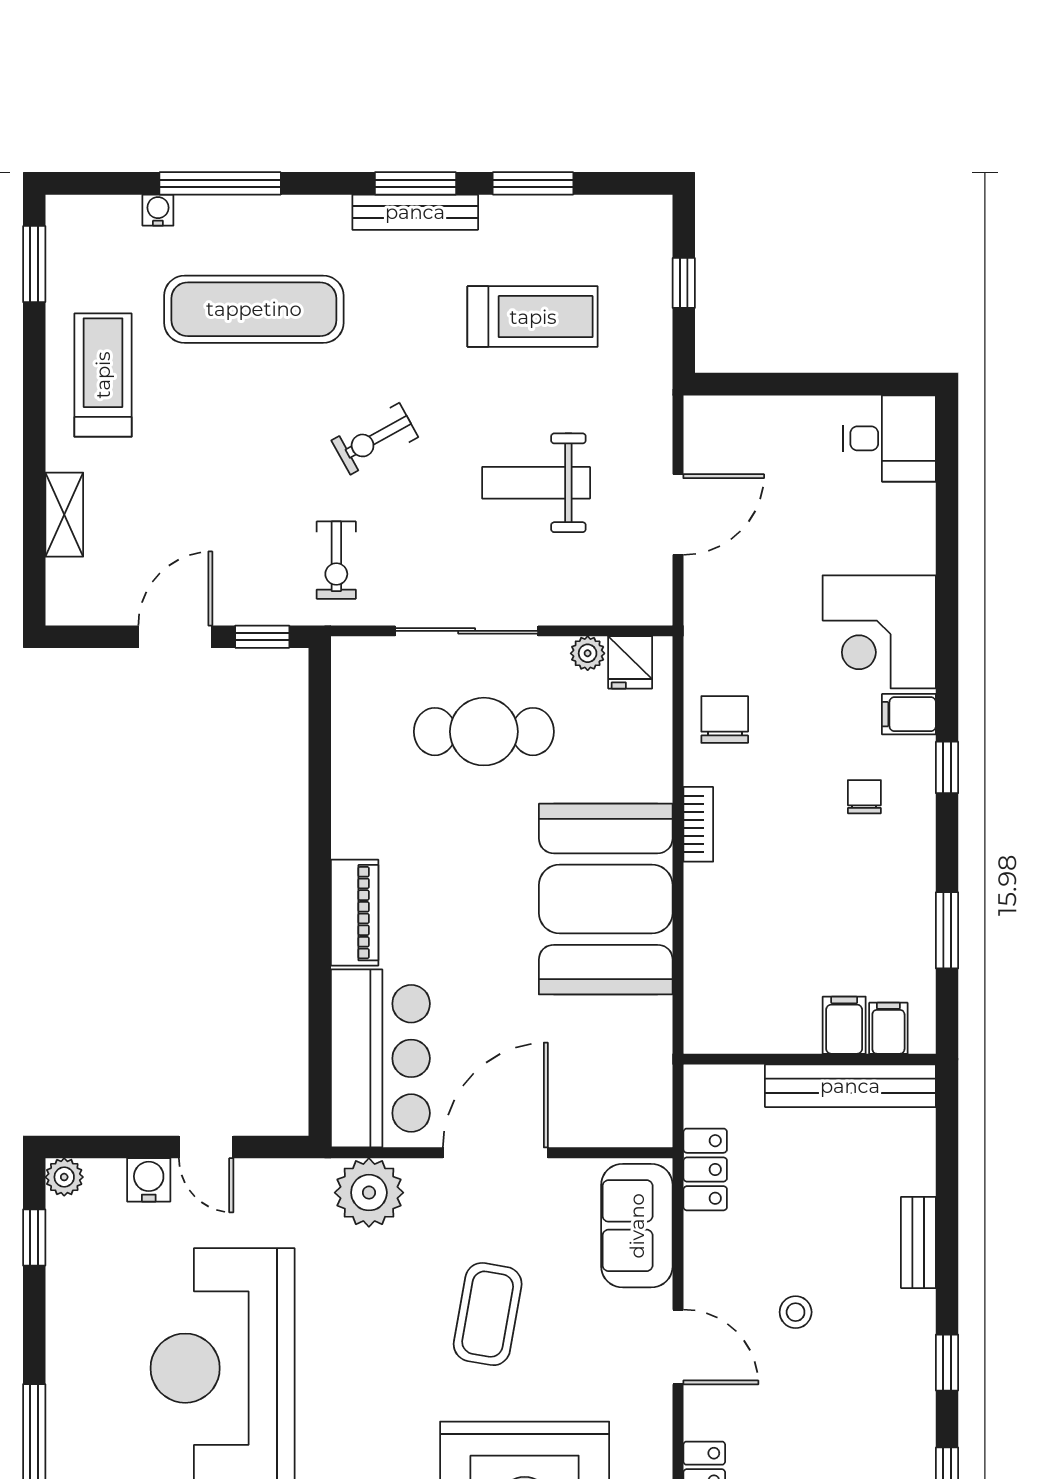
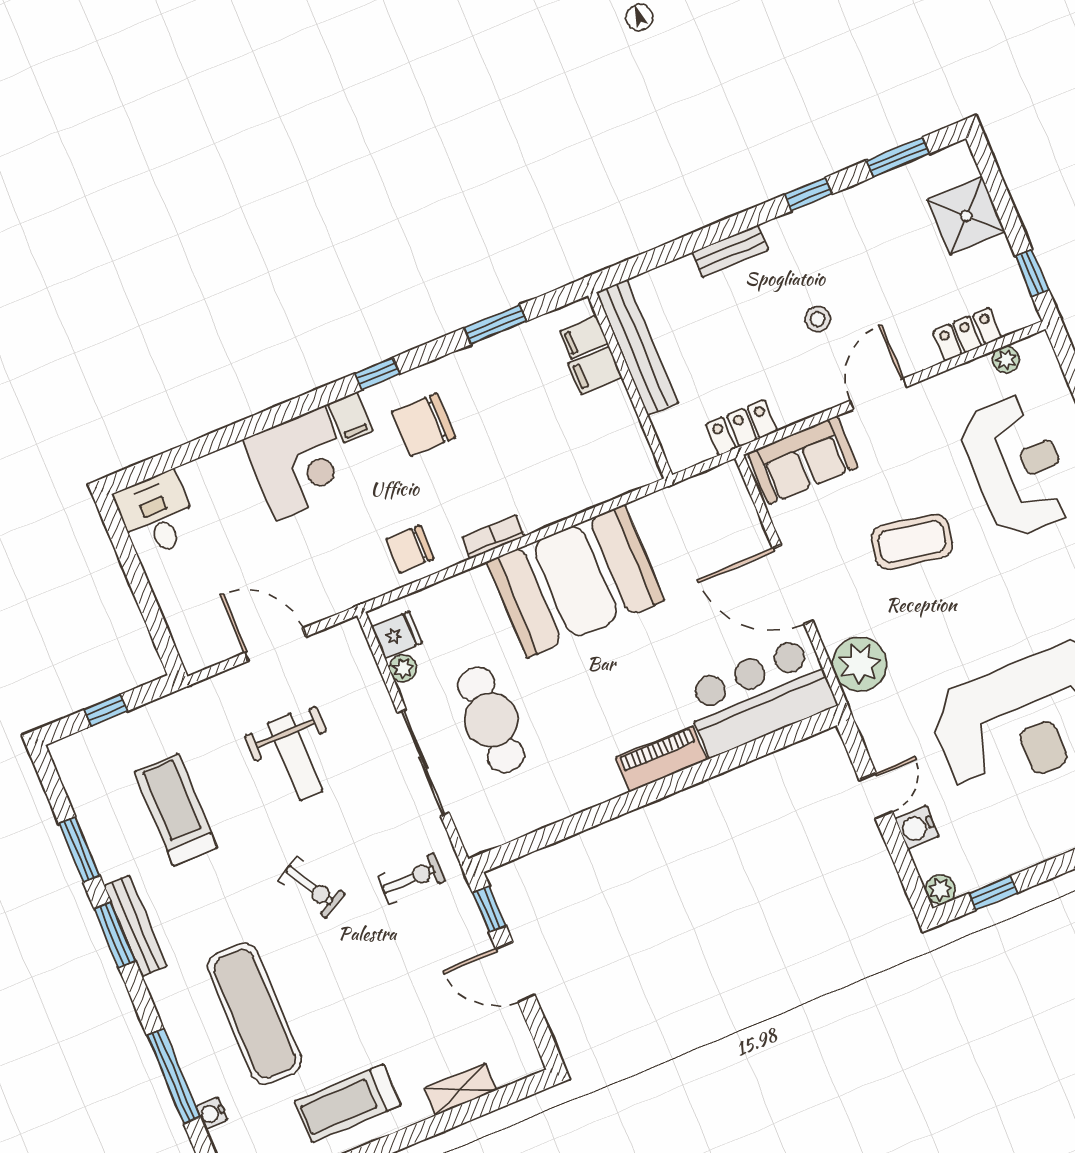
chair: (864, 797) -> (424, 425), width x1.87, depth x1.87

